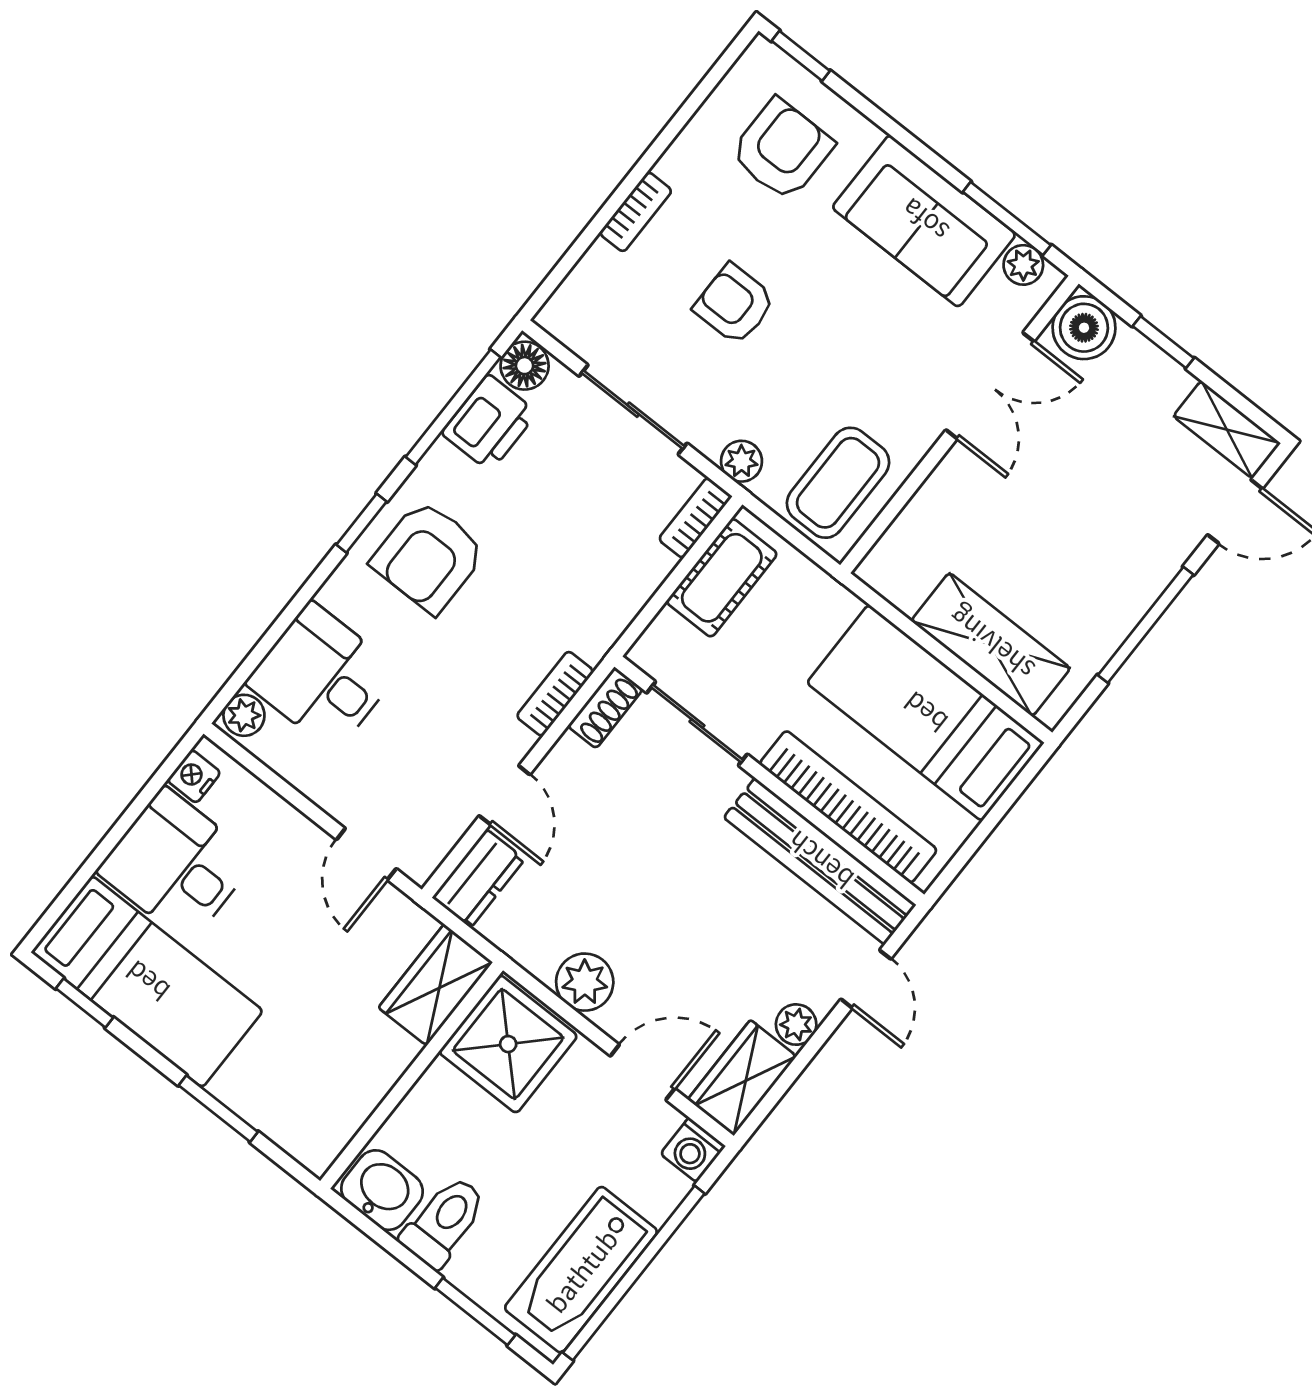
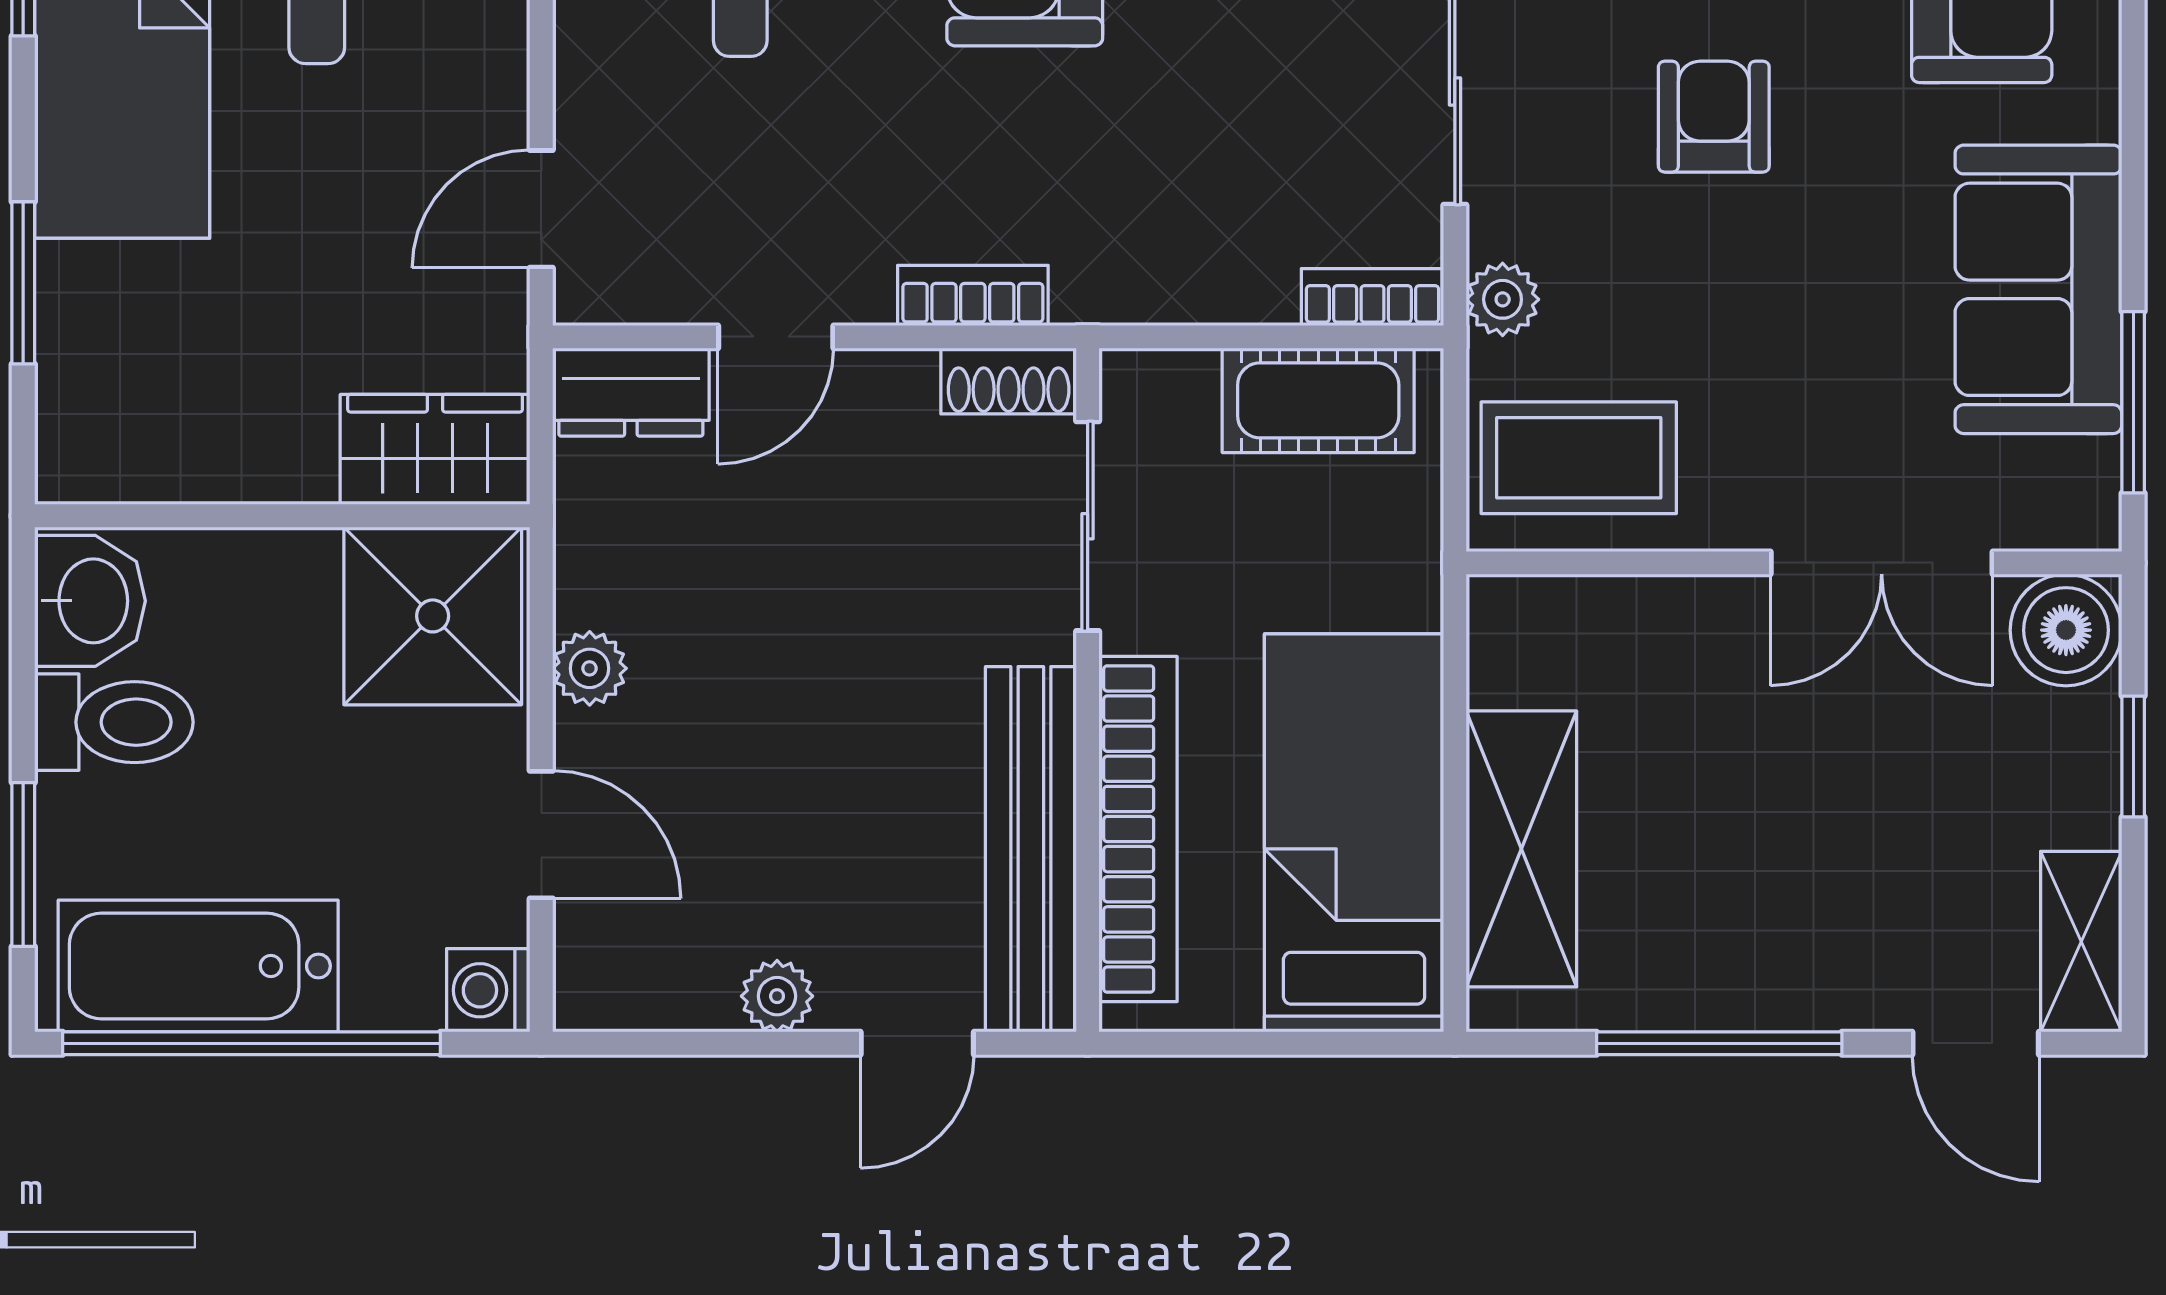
plant: (1023, 265) -> (2087, 476), removed
plant: (585, 982) -> (590, 668), width x0.73, depth x0.73
wardrobe: (742, 1078) -> (643, 979), removed

